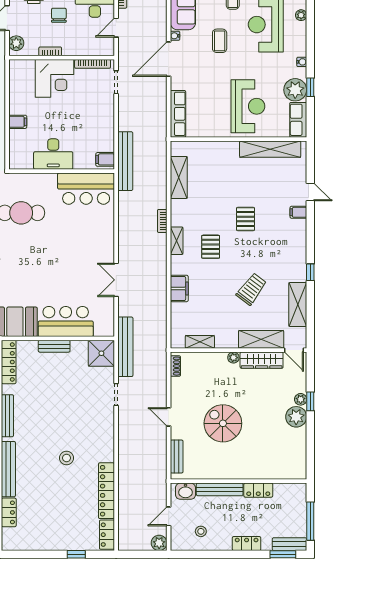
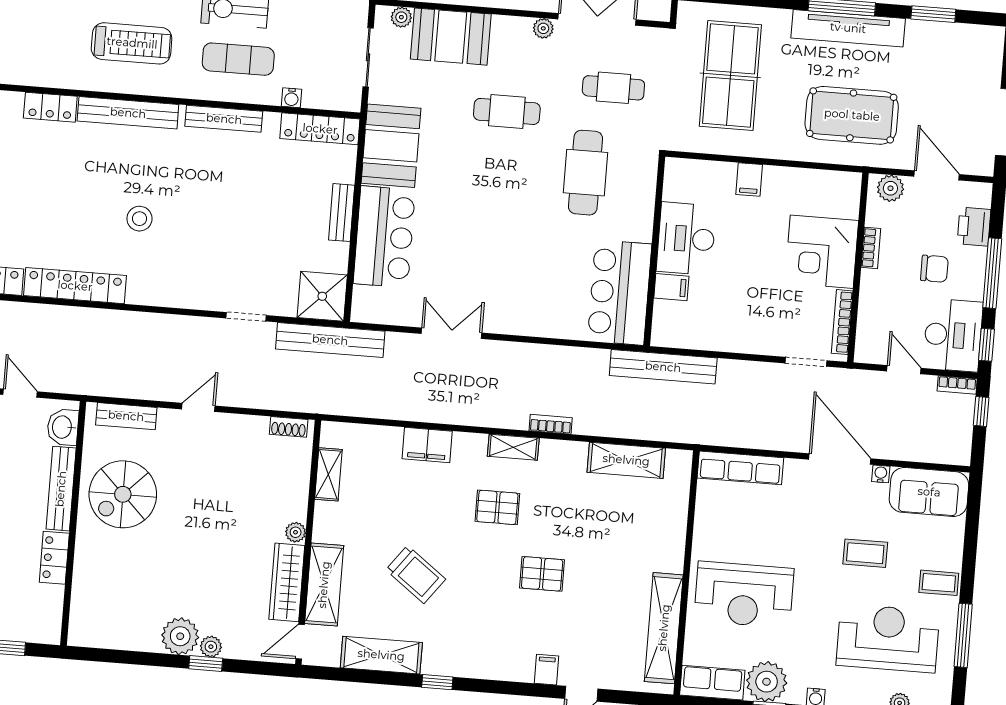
filing cabinet: (105, 159) -> (671, 287), moved, turned 90
spiral stairs: (223, 423) -> (123, 494), moved, turned 180

